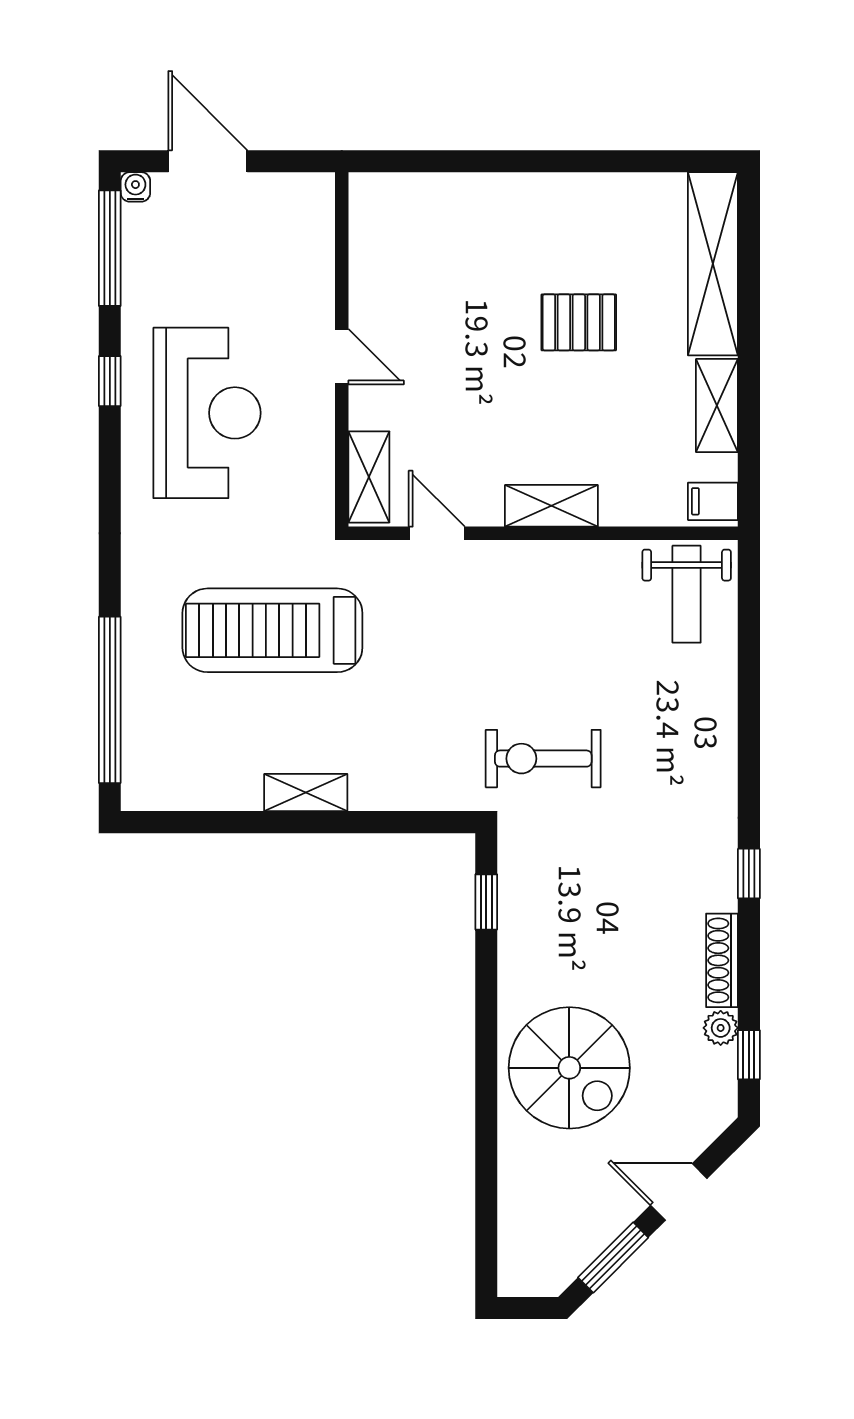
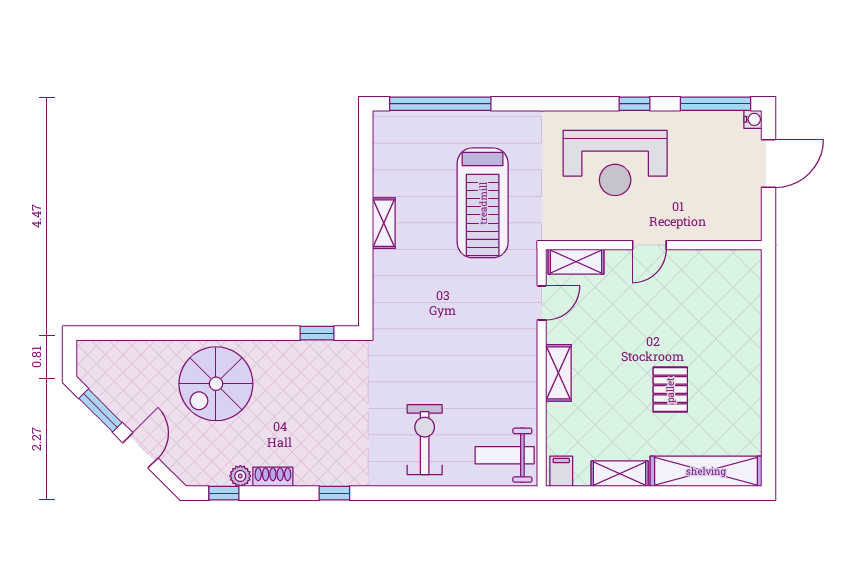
treadmill: (272, 630) -> (483, 203), turned 180
exercise bike: (543, 759) -> (425, 440), moved
shoe rack: (722, 960) -> (273, 477), width x0.70

